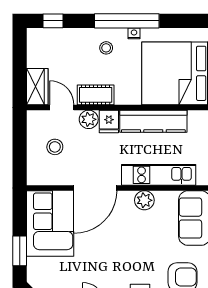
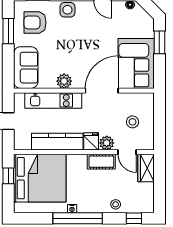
stool: (106, 48) -> (116, 204), moved

